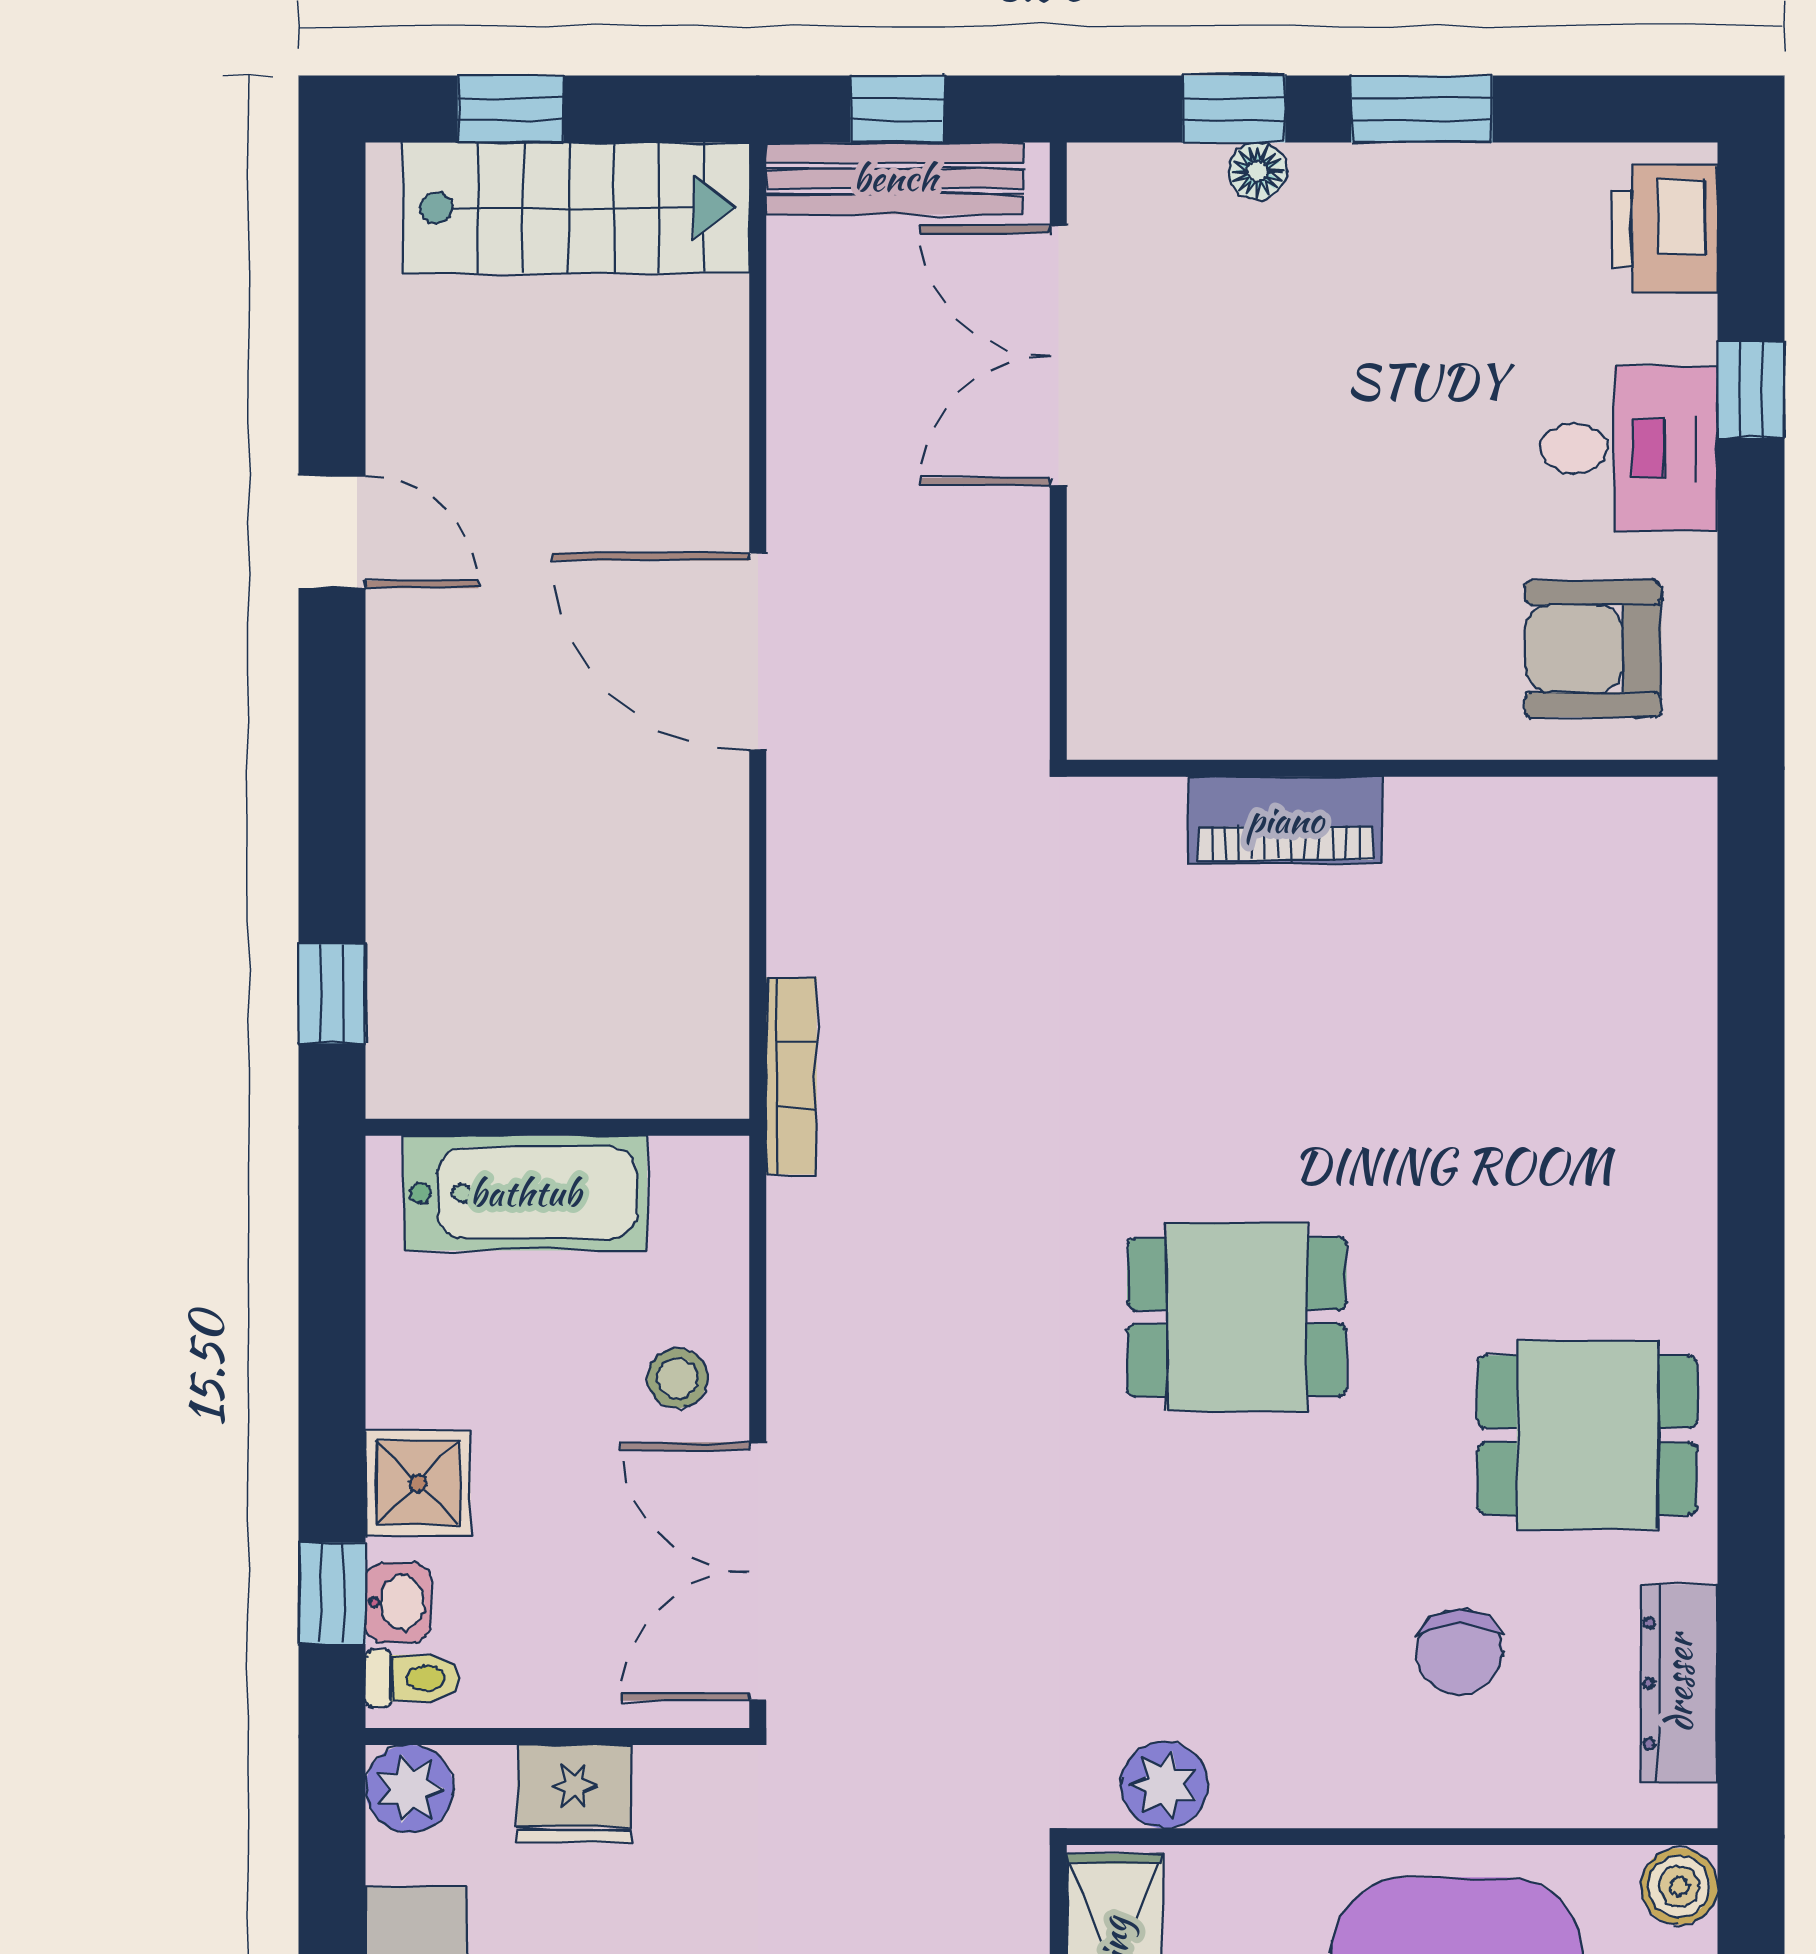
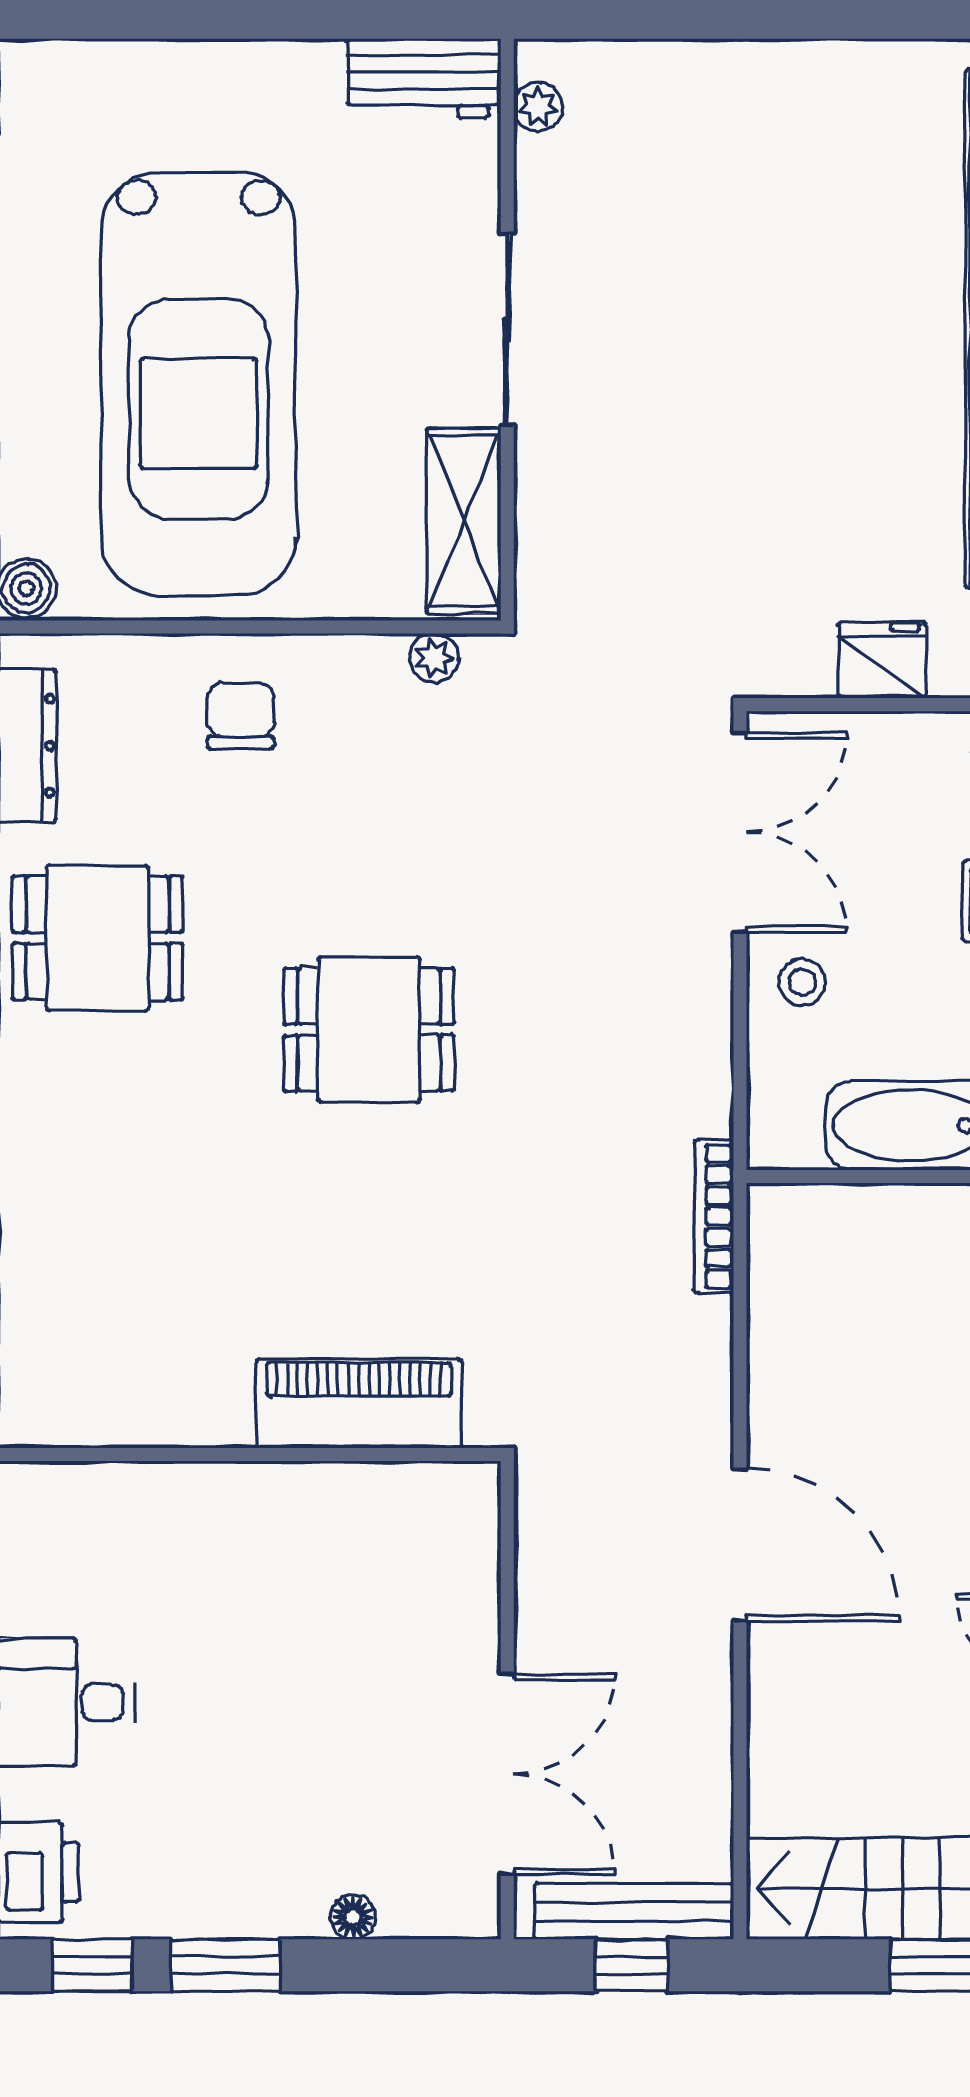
window: (1234, 109) -> (92, 1965), moved
armchair: (1593, 649) -> (93, 1547), removed
piano: (1285, 820) -> (359, 1403), width x1.37, depth x1.33
chair: (1459, 1652) -> (241, 716), moved
plant: (1164, 1785) -> (434, 658), width x0.73, depth x0.73

